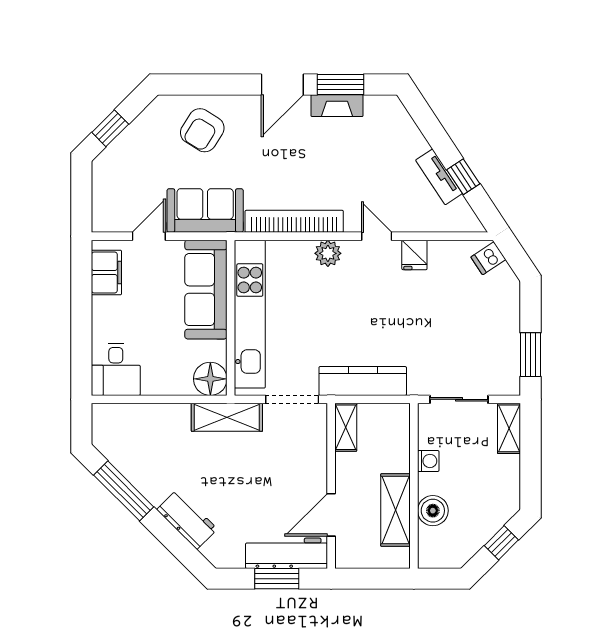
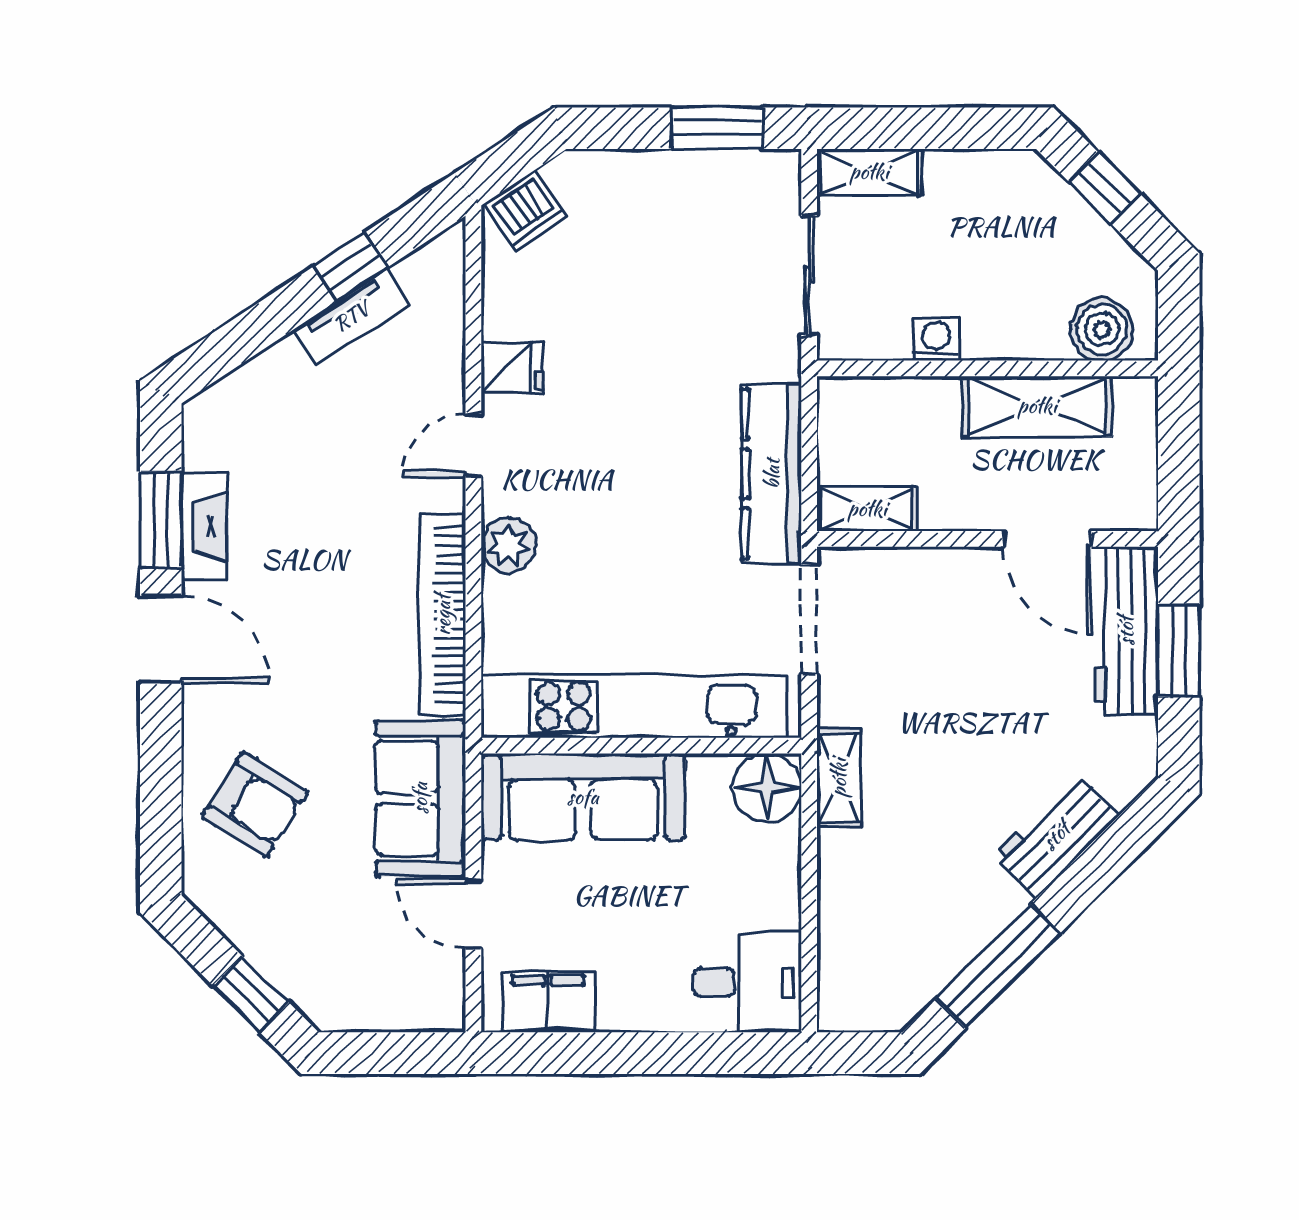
dishwasher: (488, 258) -> (526, 210), width x1.38
shelving: (227, 417) -> (839, 778), width x0.67, depth x0.75
boiler: (433, 511) -> (1102, 329), moved

